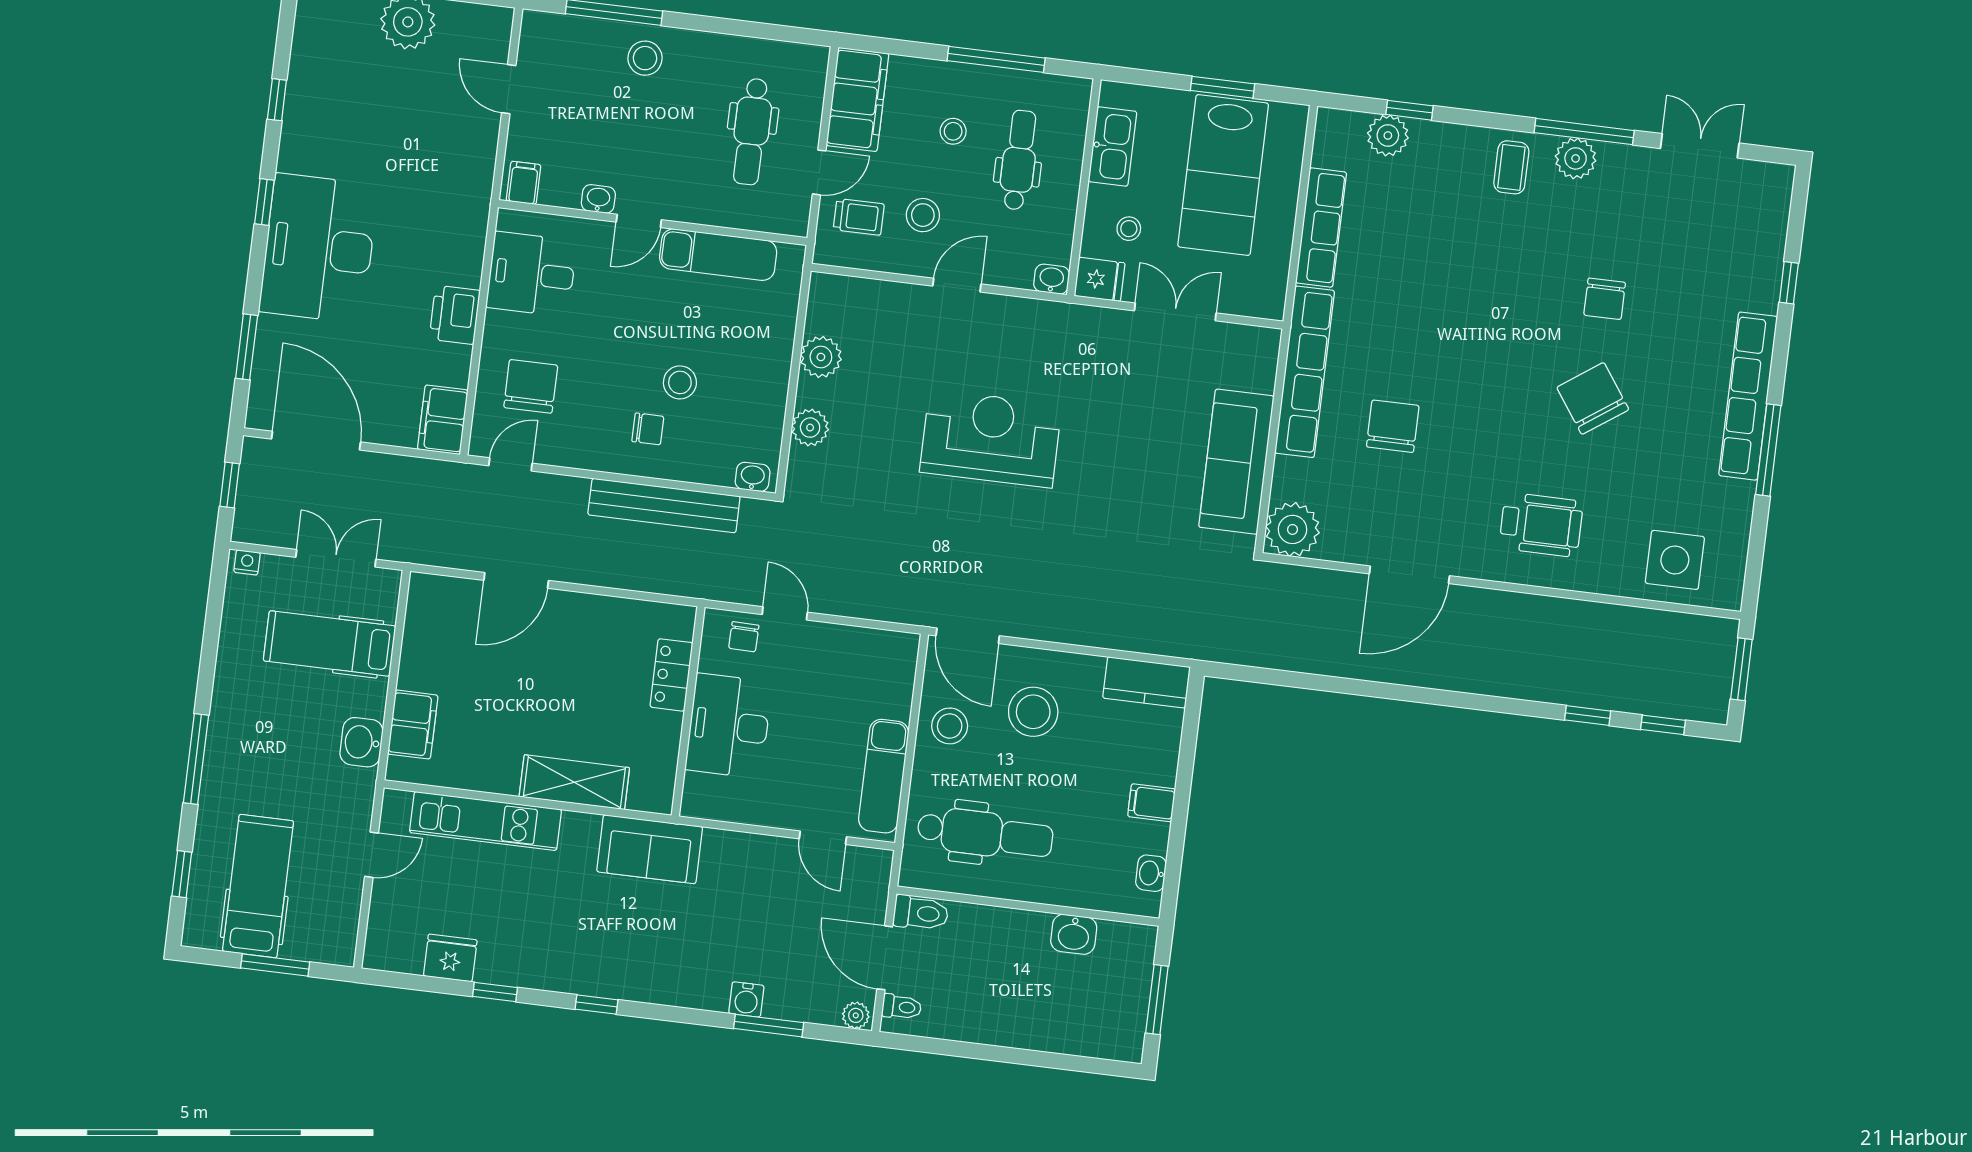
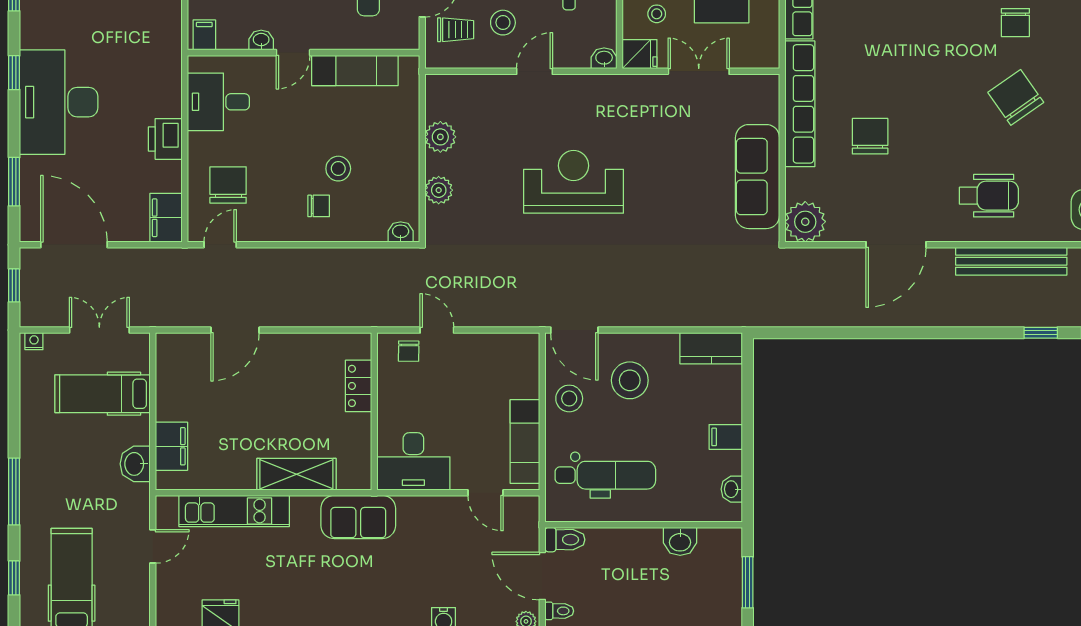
bench: (664, 506) -> (1011, 261), moved
desk: (729, 726) -> (413, 461), moved, turned -90

